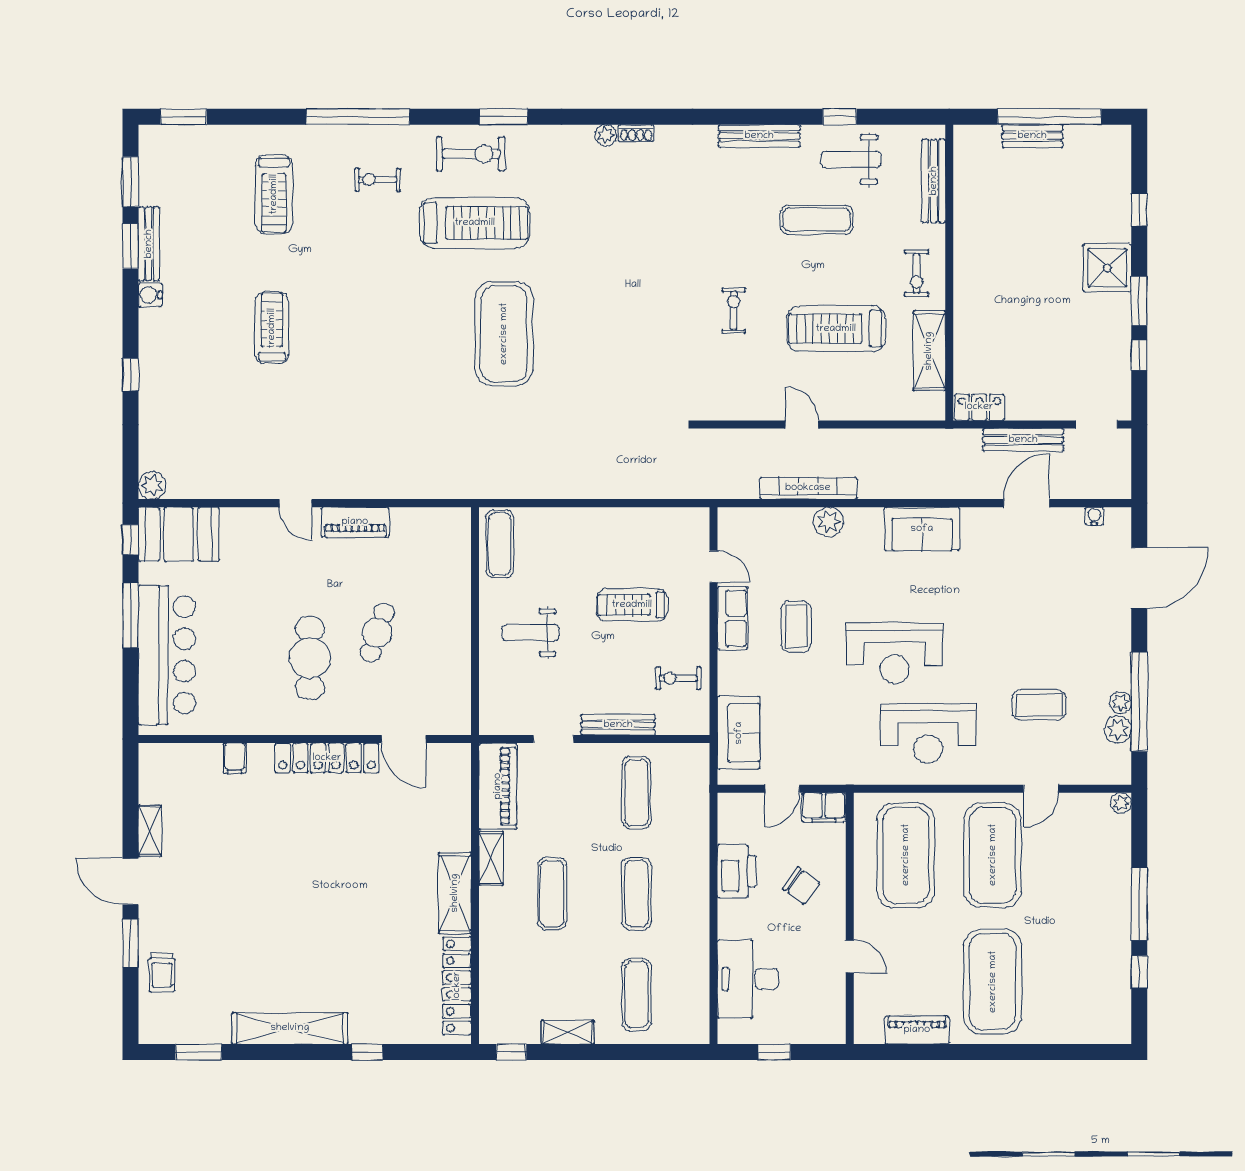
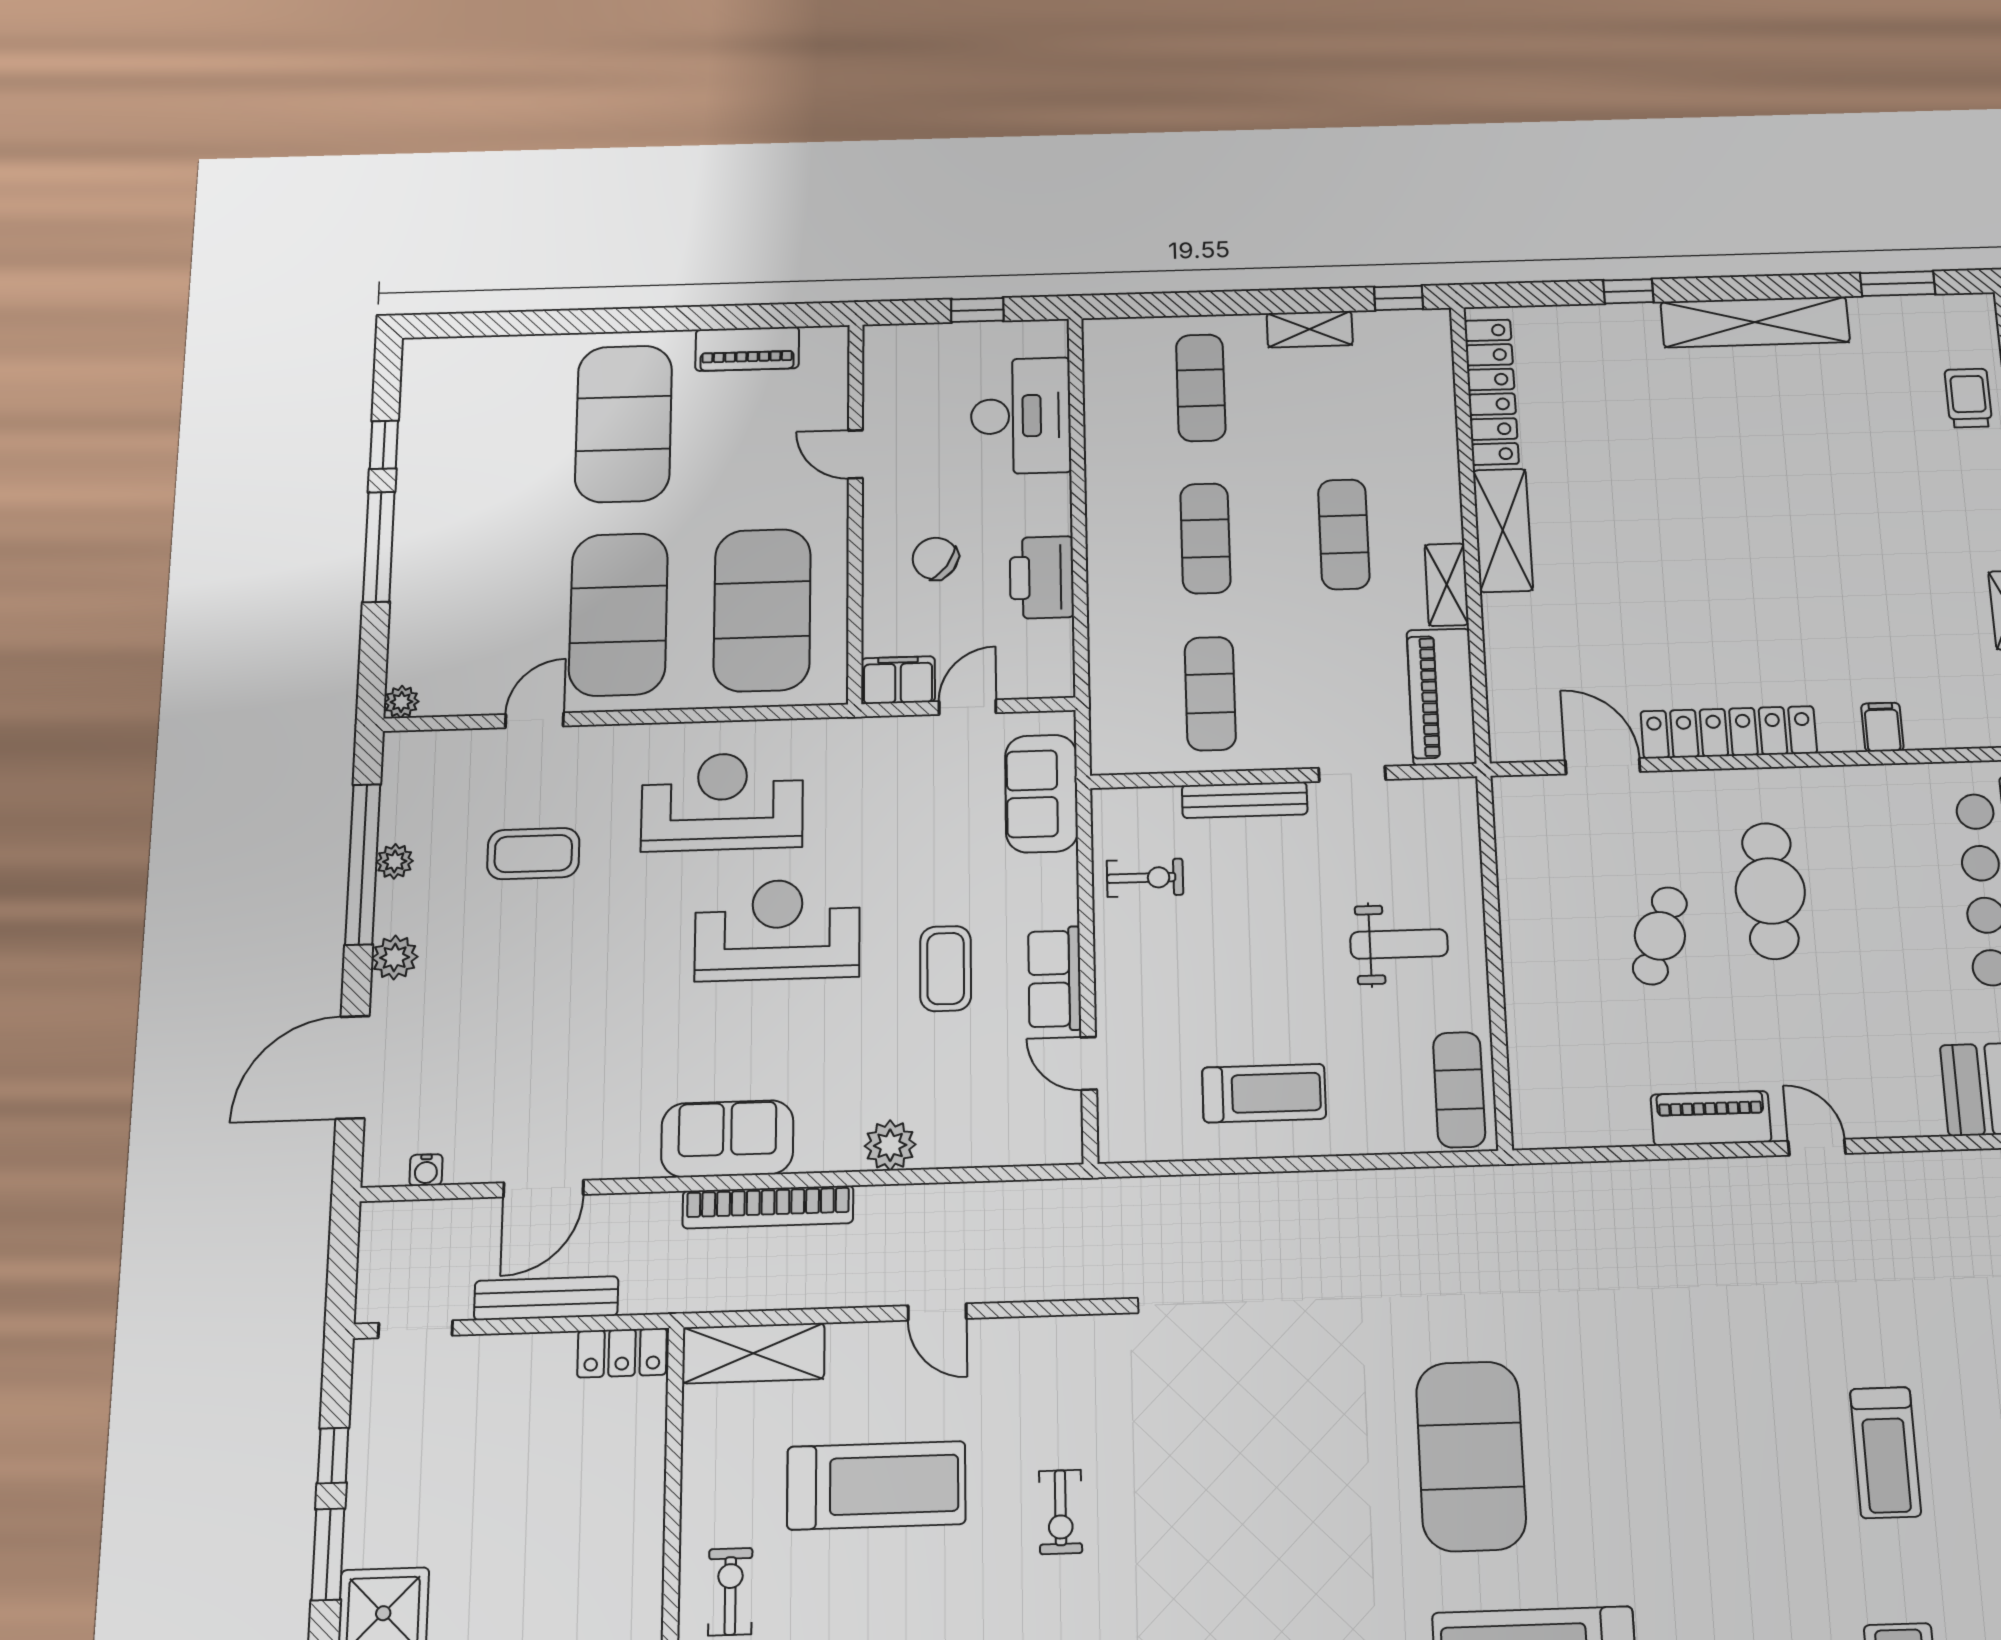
shelving: (929, 351) -> (753, 1353), moved, turned 90
bookcase: (808, 488) -> (768, 1207), moved
treadmill: (632, 605) -> (1264, 1093), moved
plant: (1118, 729) -> (395, 957), moved

